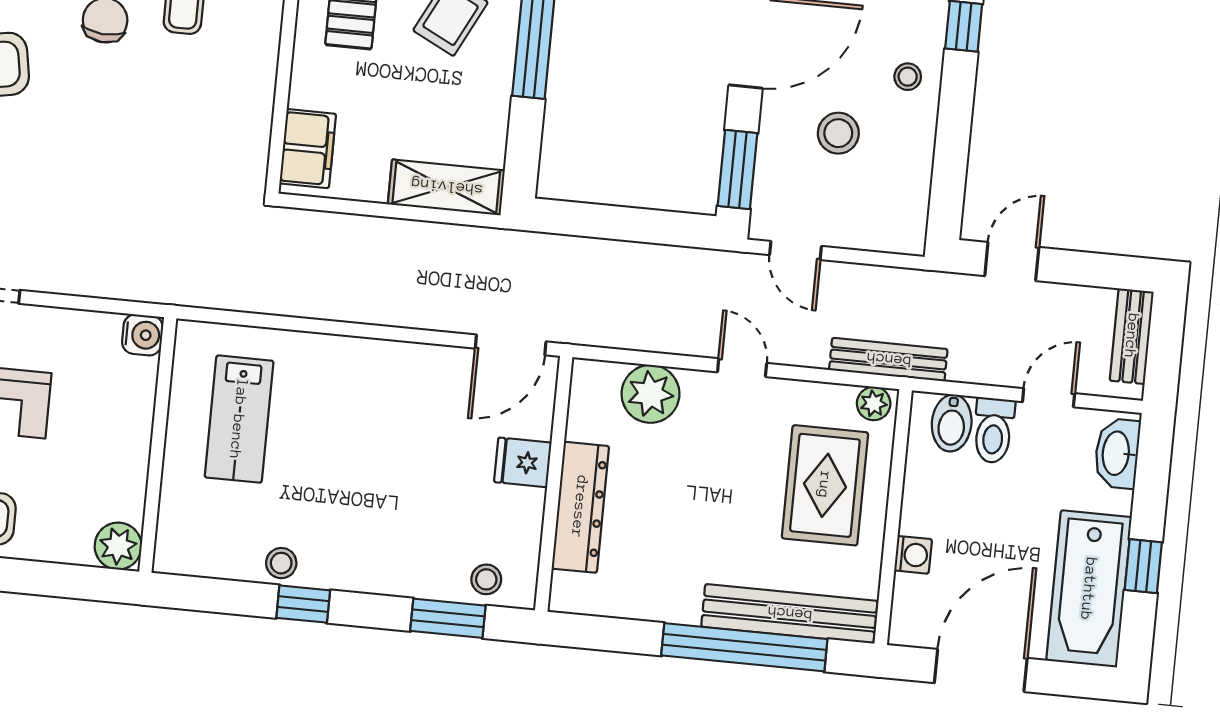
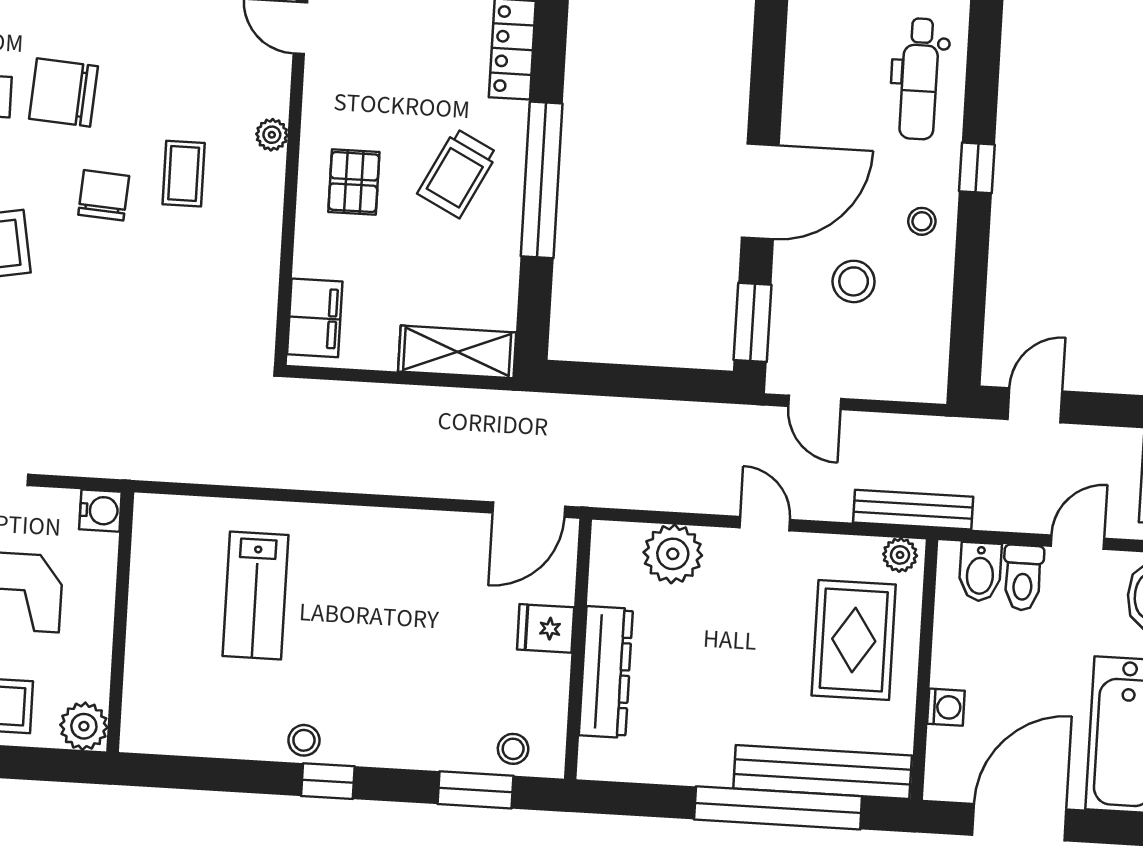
water cooler: (143, 335) -> (100, 511), moved
wall: (158, 445) -> (120, 622), moved
plant: (118, 546) -> (84, 726), moved

